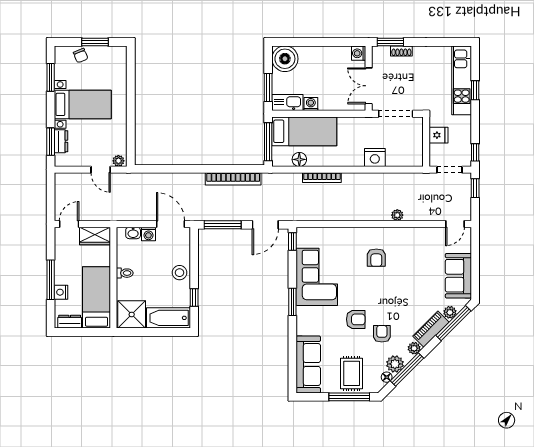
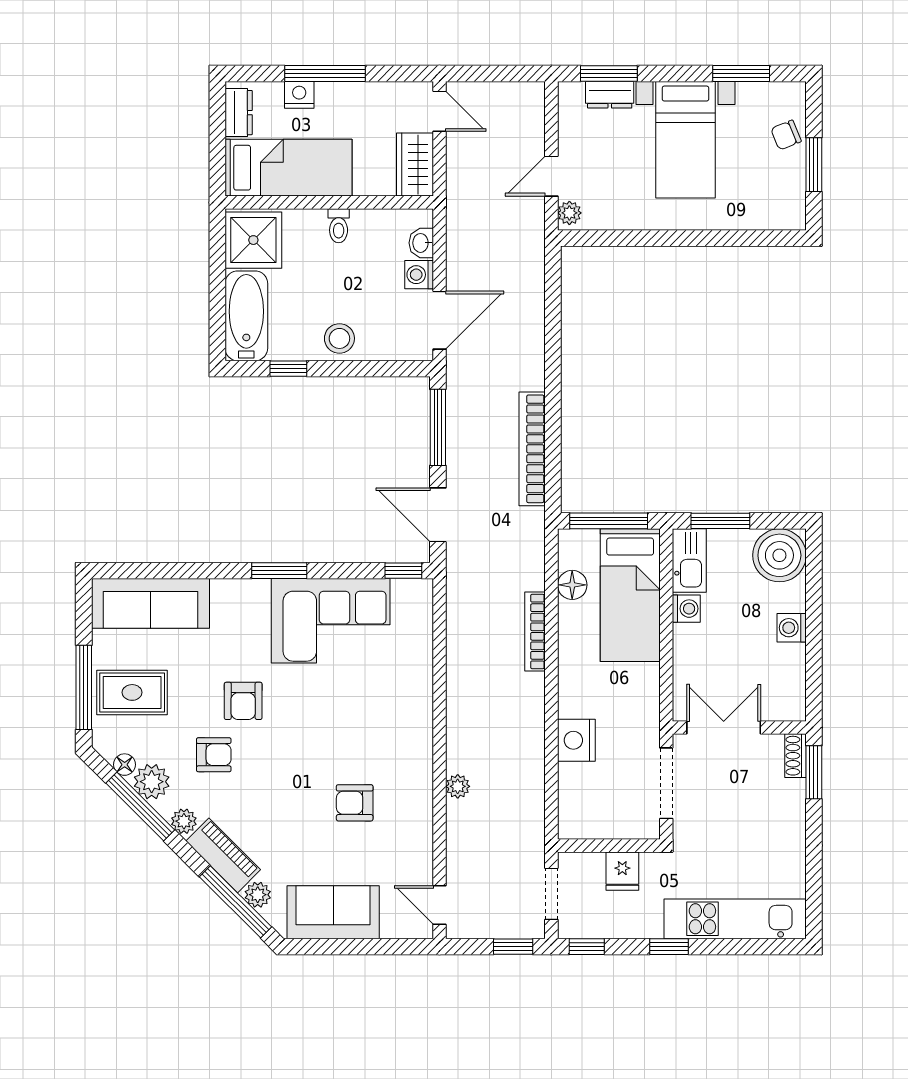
shoe rack: (401, 51) -> (795, 756), moved
washing machine: (359, 53) -> (792, 628), moved, turned -90
window: (475, 90) -> (669, 947), moved
armchair: (376, 258) -> (355, 803), moved

